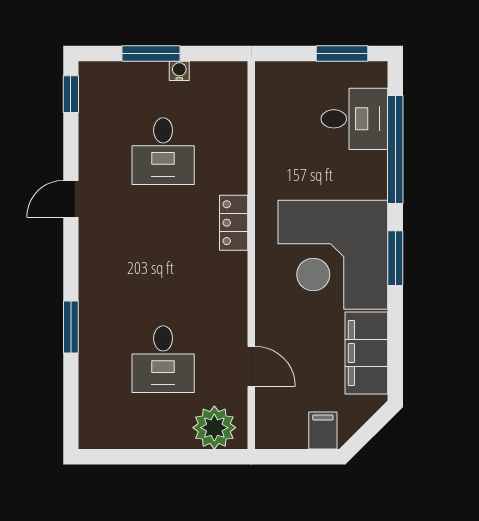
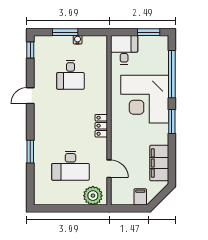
desk: (354, 119) -> (124, 50), moved, turned -90
locker: (234, 223) -> (101, 126), moved
corner desk: (333, 255) -> (145, 99), moved
desk: (163, 359) -> (70, 166), width x1.37

